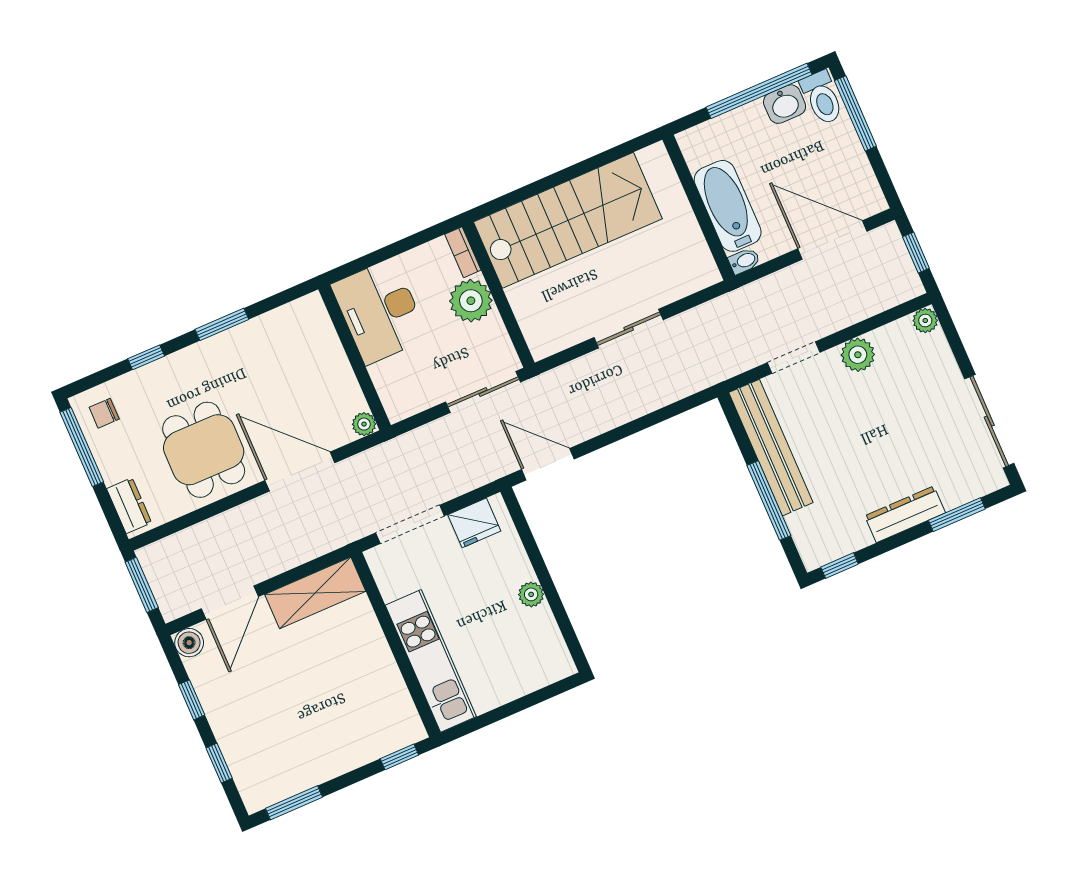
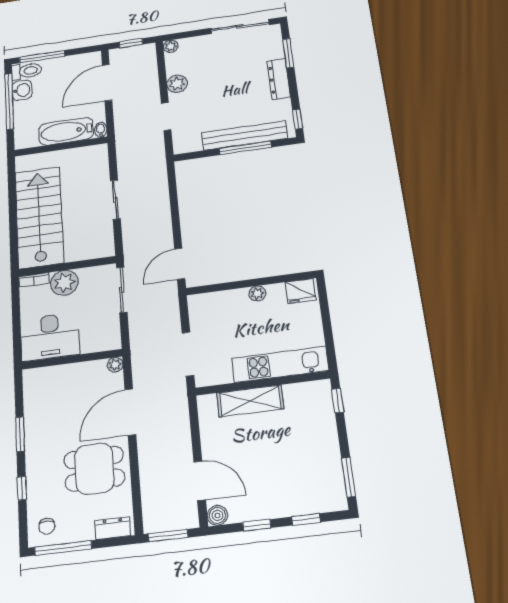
bench: (771, 448) -> (244, 136), moved
fridge: (474, 523) -> (301, 291), moved, turned 90
shelving: (315, 593) -> (250, 401), moved, turned 90

